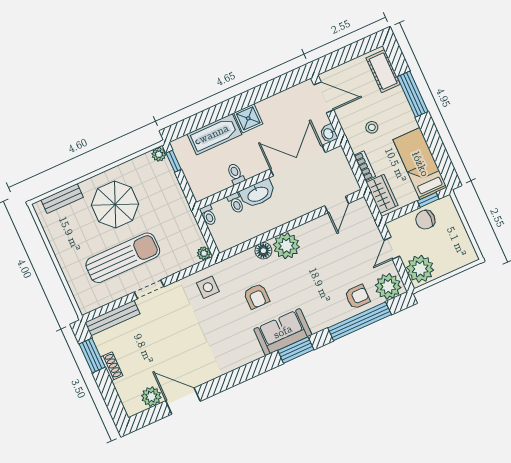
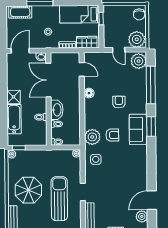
chair: (425, 220) -> (139, 14), moved
plant: (286, 246) -> (92, 137), moved
floor lamp: (263, 251) -> (89, 93), moved
armchair: (357, 297) -> (119, 102), moved

